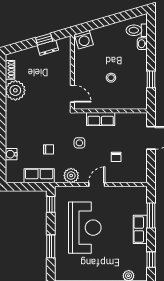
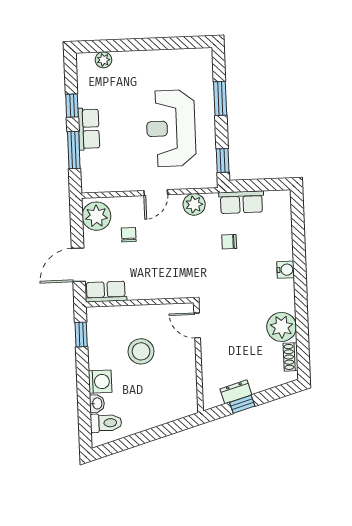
washing machine: (84, 40) -> (100, 382), moved, turned 106
stool: (111, 78) -> (141, 351), width x1.89, depth x1.89
window: (151, 79) -> (81, 335), moved
row of seats: (101, 119) -> (106, 292), moved
side table: (79, 143) -> (184, 253), removed
water cooler: (11, 154) -> (286, 270), moved
plant: (137, 170) -> (96, 216), added
window: (151, 260) -> (72, 106), moved

